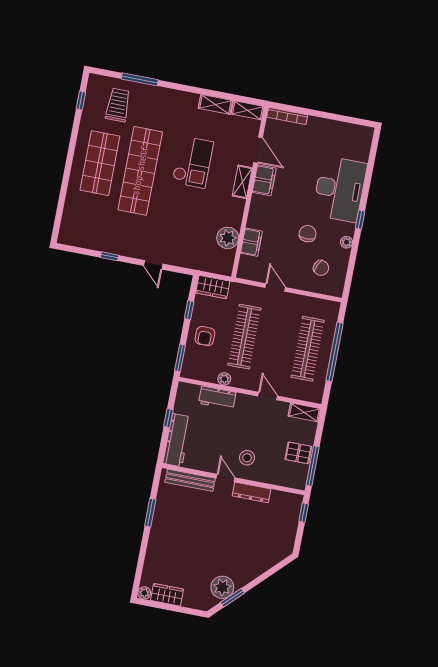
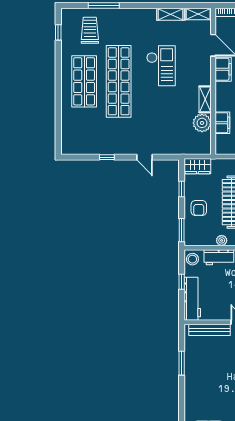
shelving: (242, 182) -> (205, 99), moved
stool: (186, 394) -> (192, 259), added

